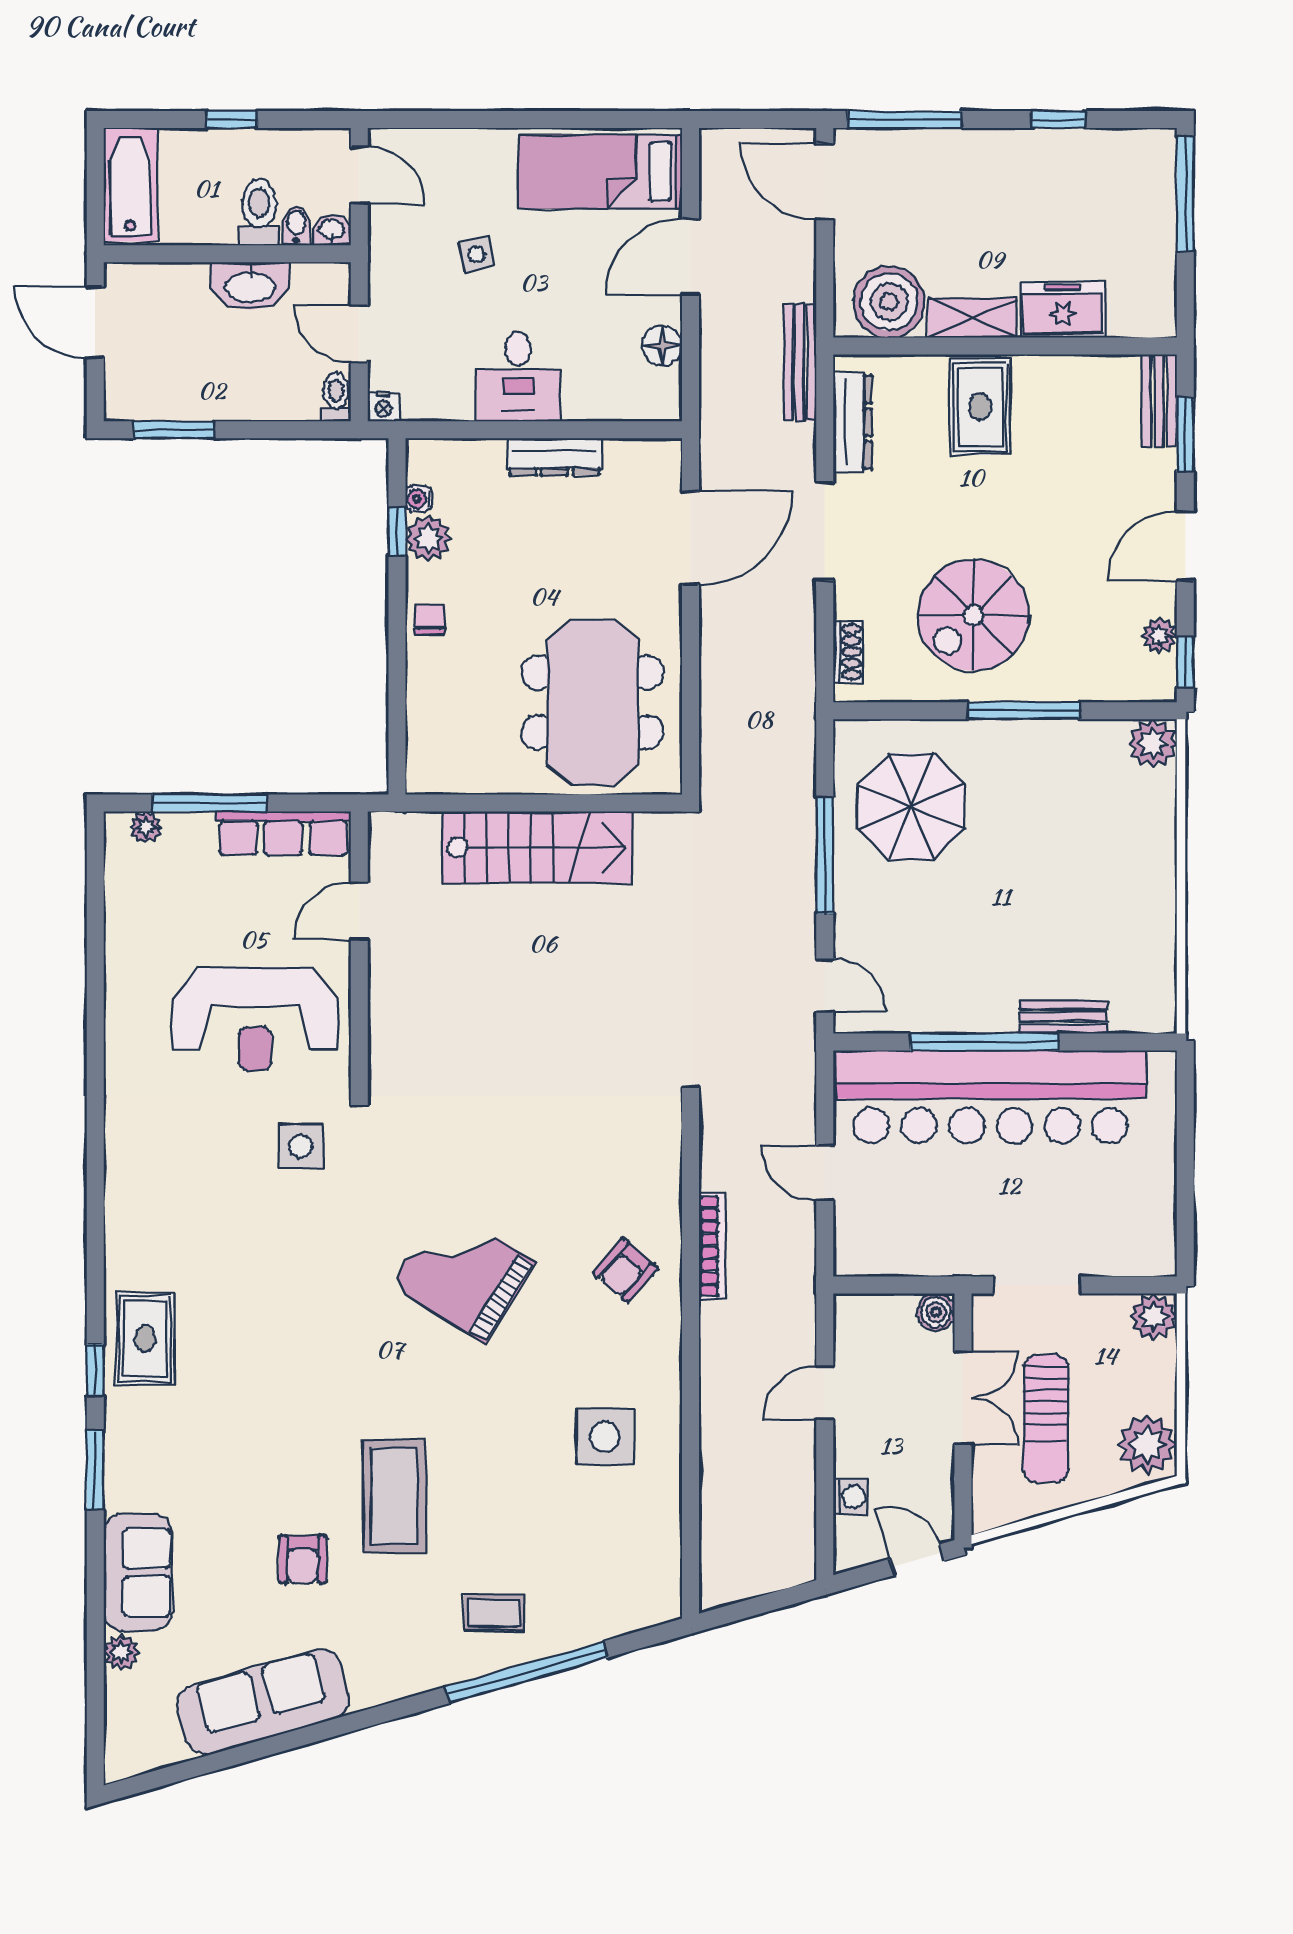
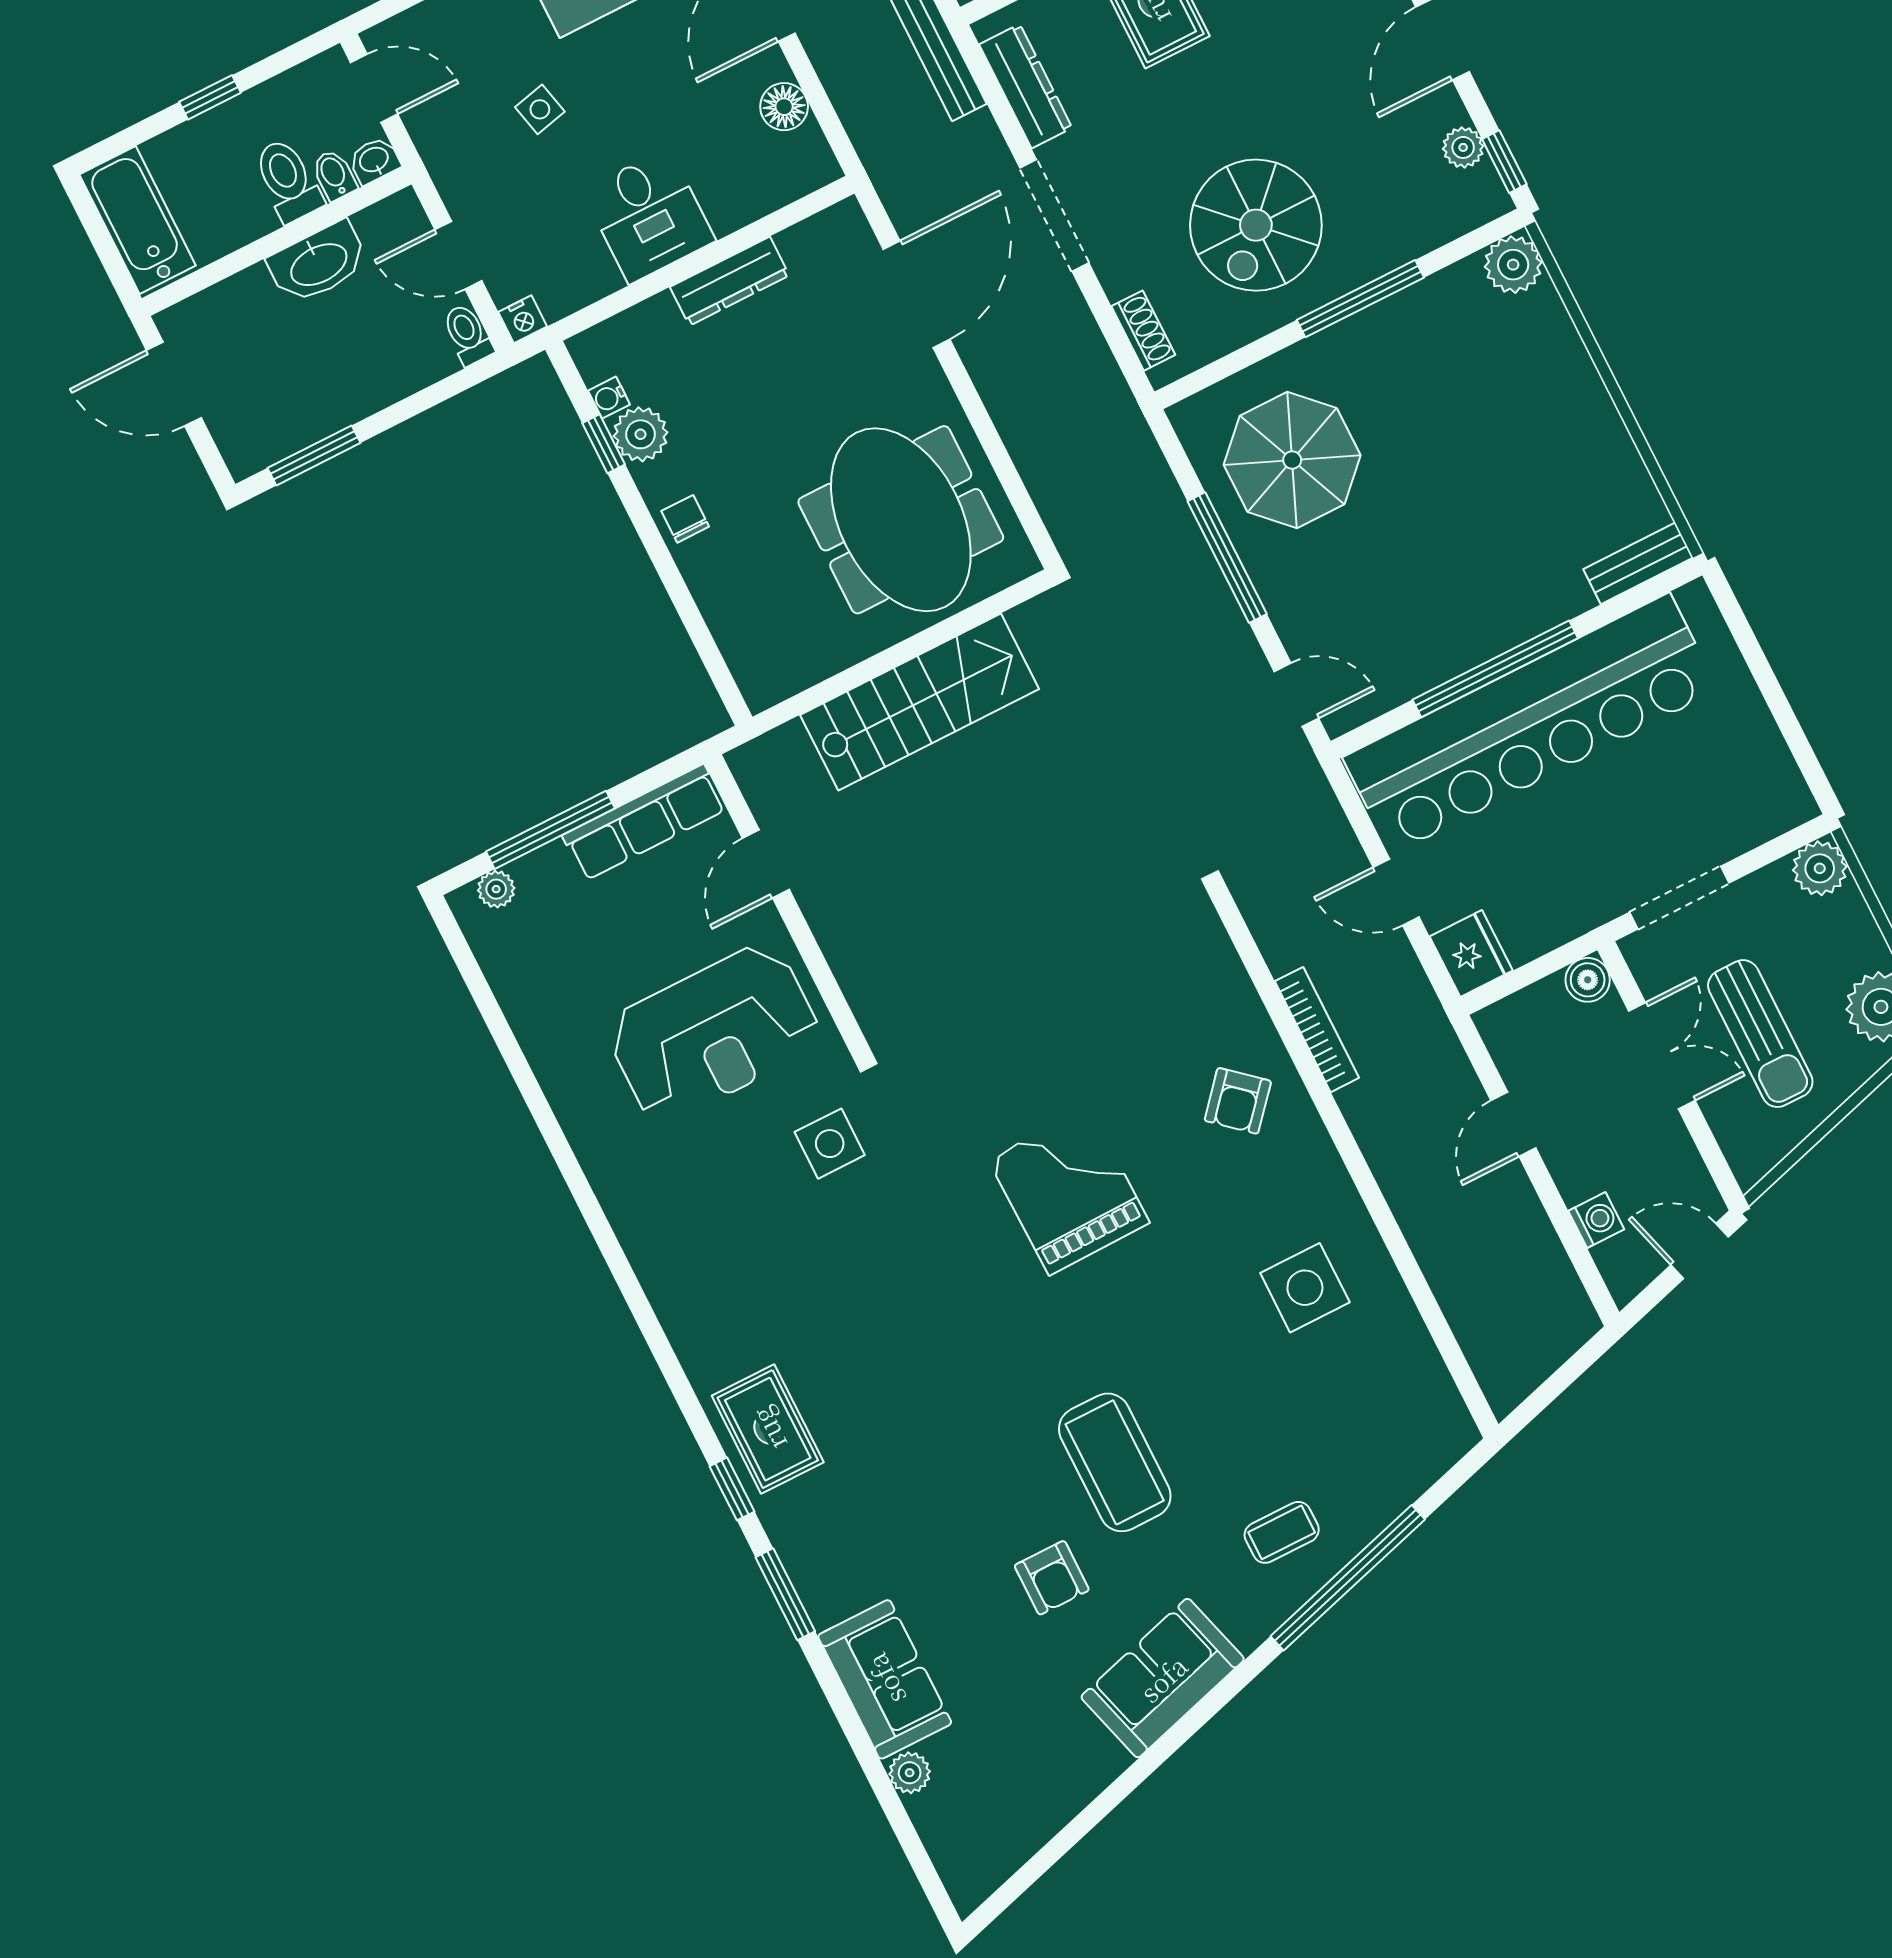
bench: (1064, 1017) -> (1638, 563), moved
fridge: (858, 1248) -> (1471, 954), added
grand piano: (463, 1274) -> (1069, 1191), turned 57
sofa: (263, 1702) -> (1163, 1678), moved, width x0.73

